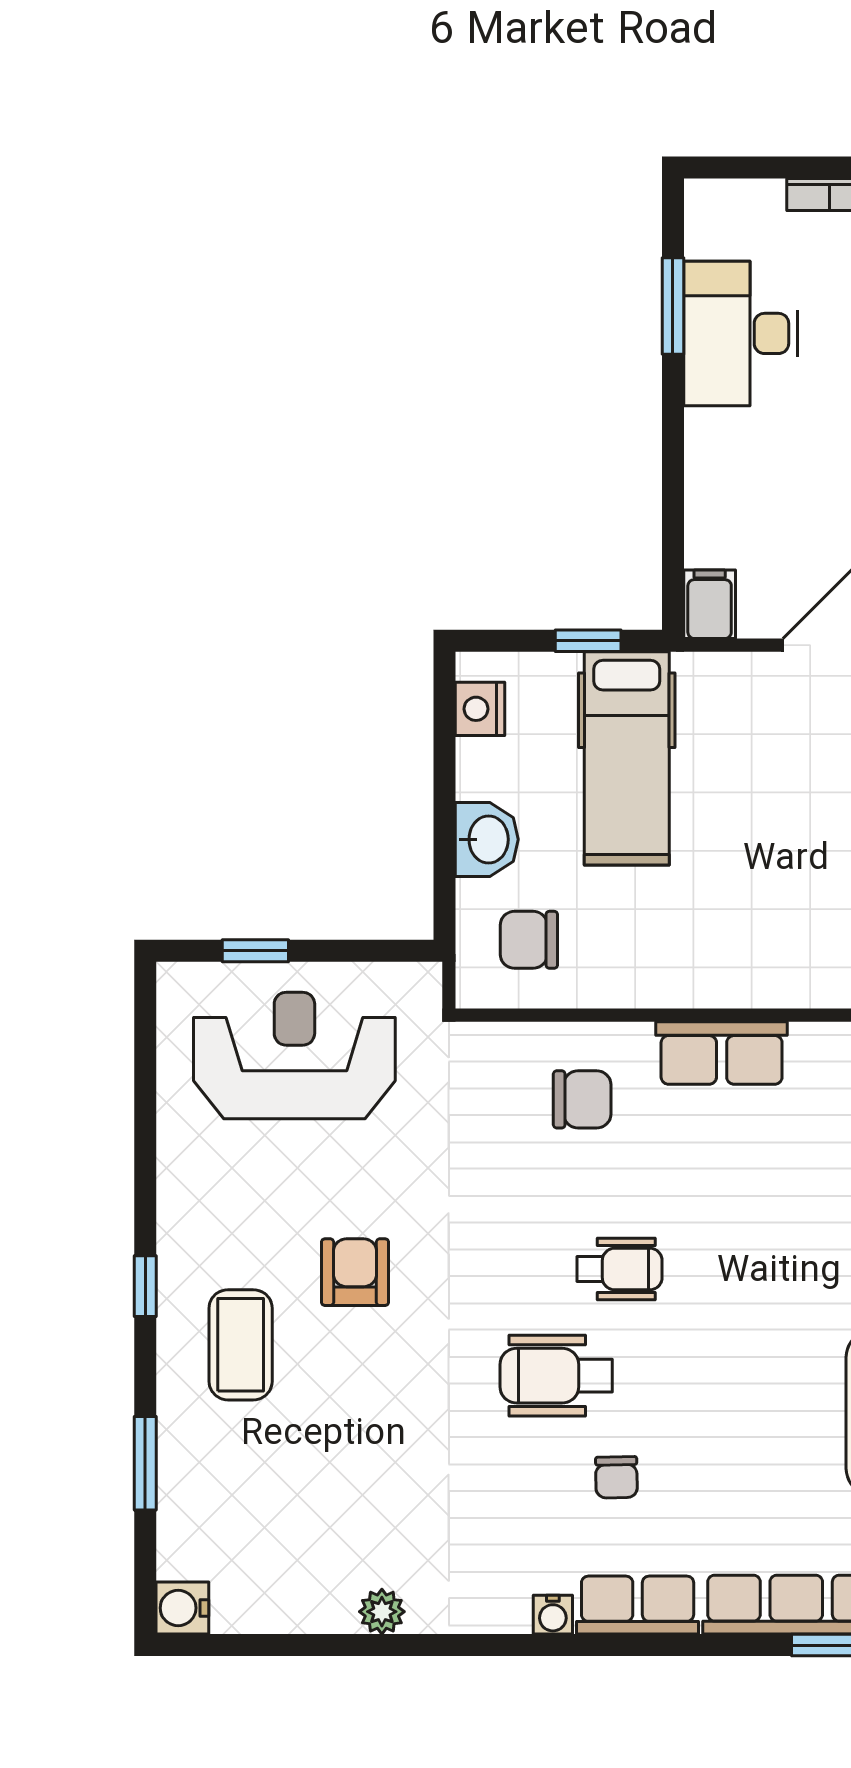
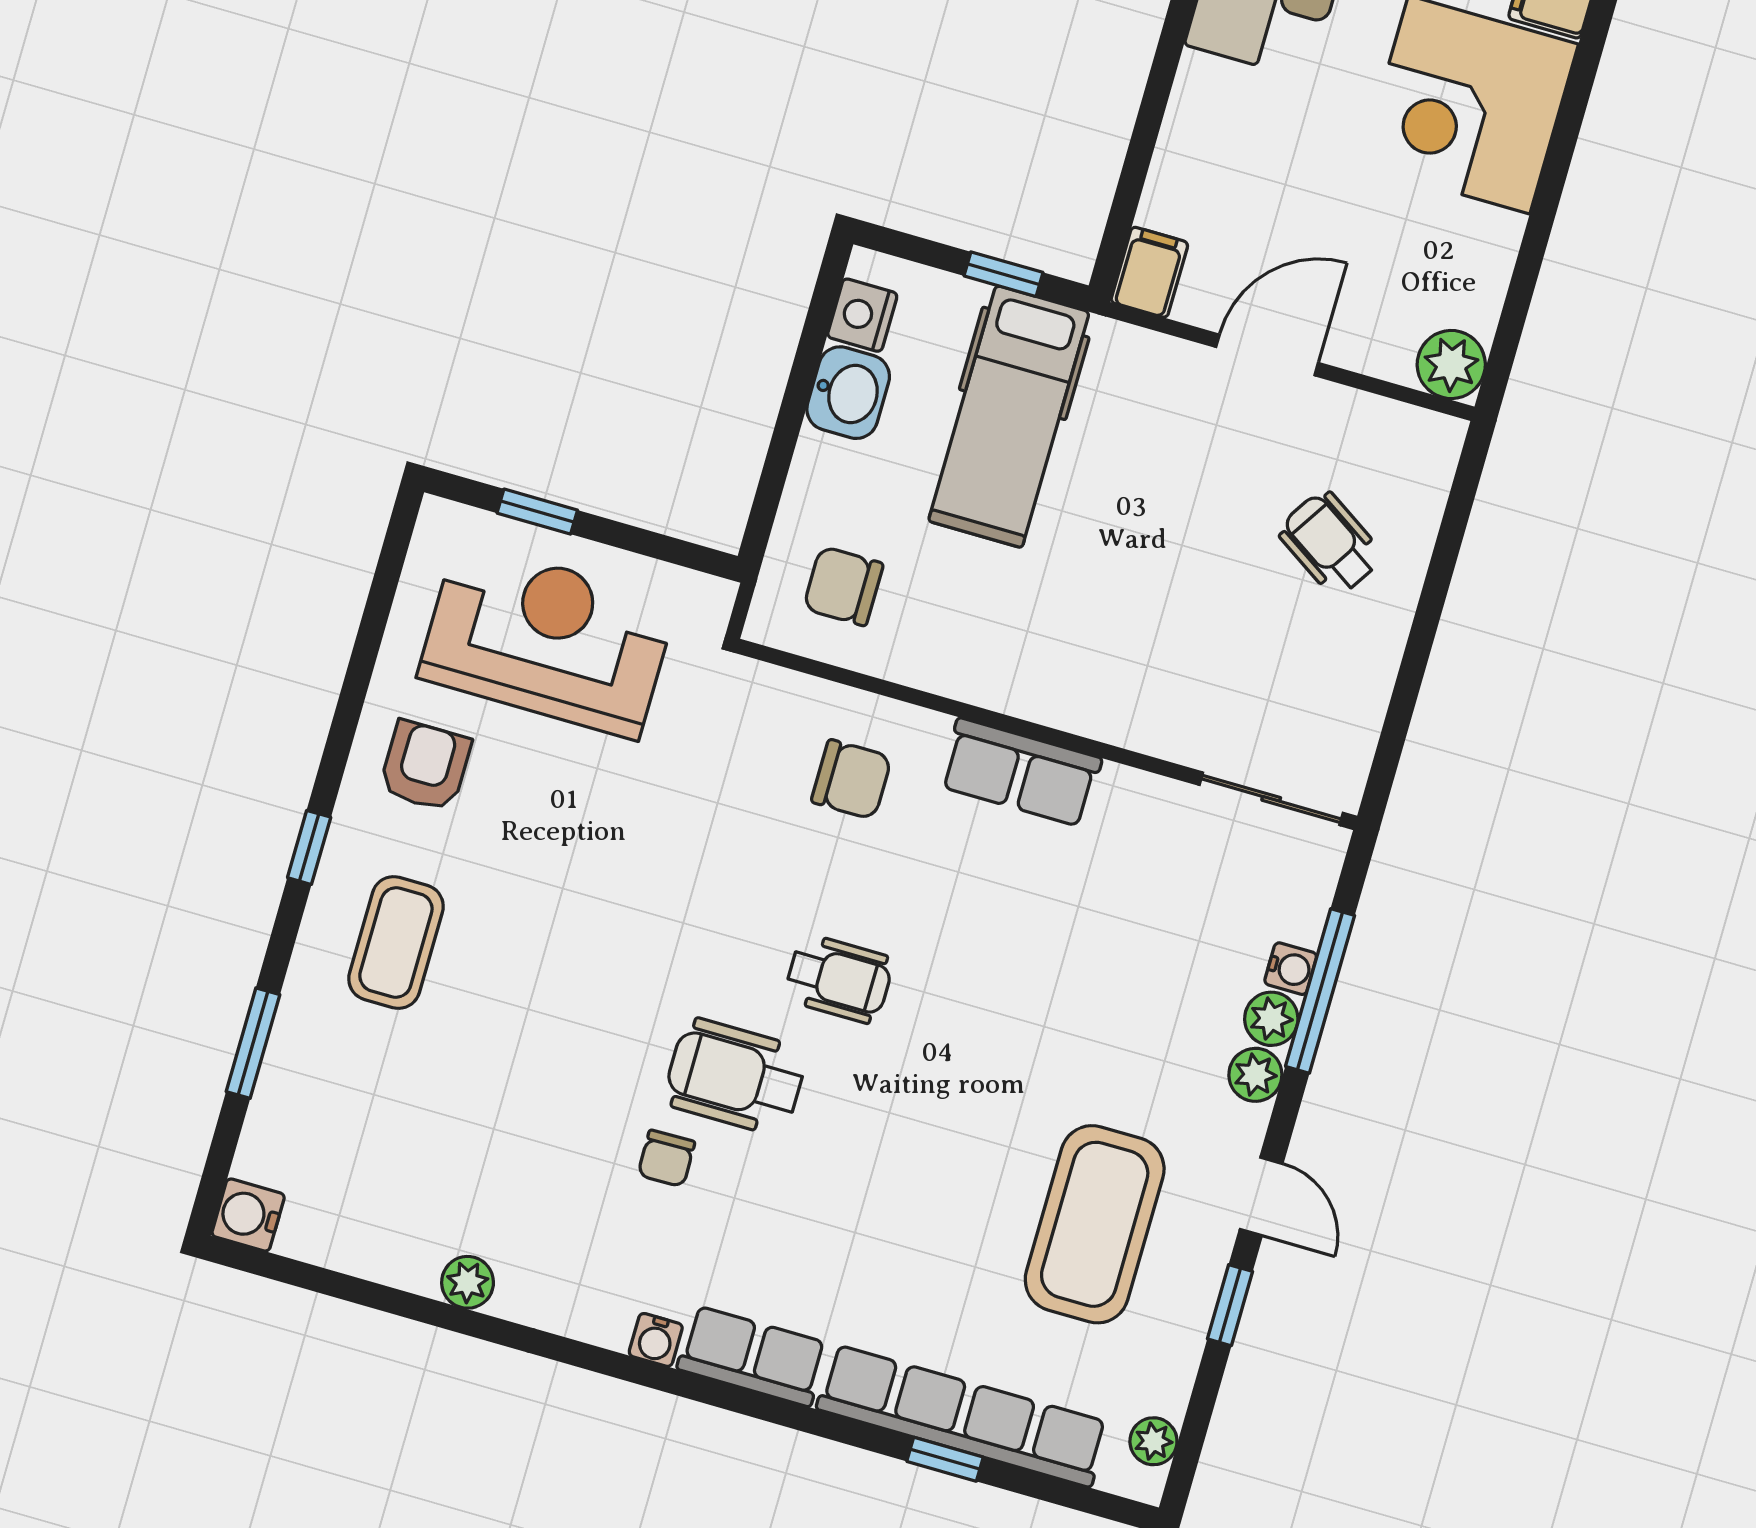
washbasin: (487, 839) -> (848, 393), moved
armchair: (355, 1272) -> (425, 766), moved
chair: (616, 1477) -> (666, 1158), moved

